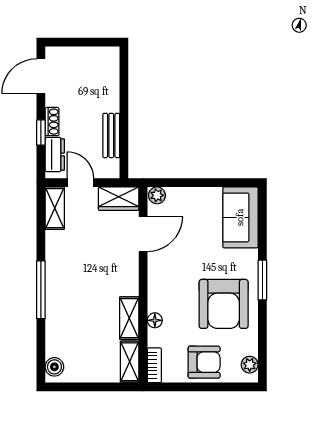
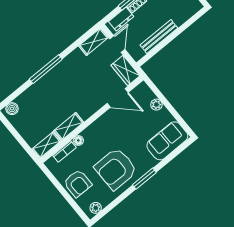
bench: (111, 135) -> (159, 37), width x1.36
plant: (157, 195) -> (156, 105), moved
bookcase: (154, 365) -> (64, 151), moved

